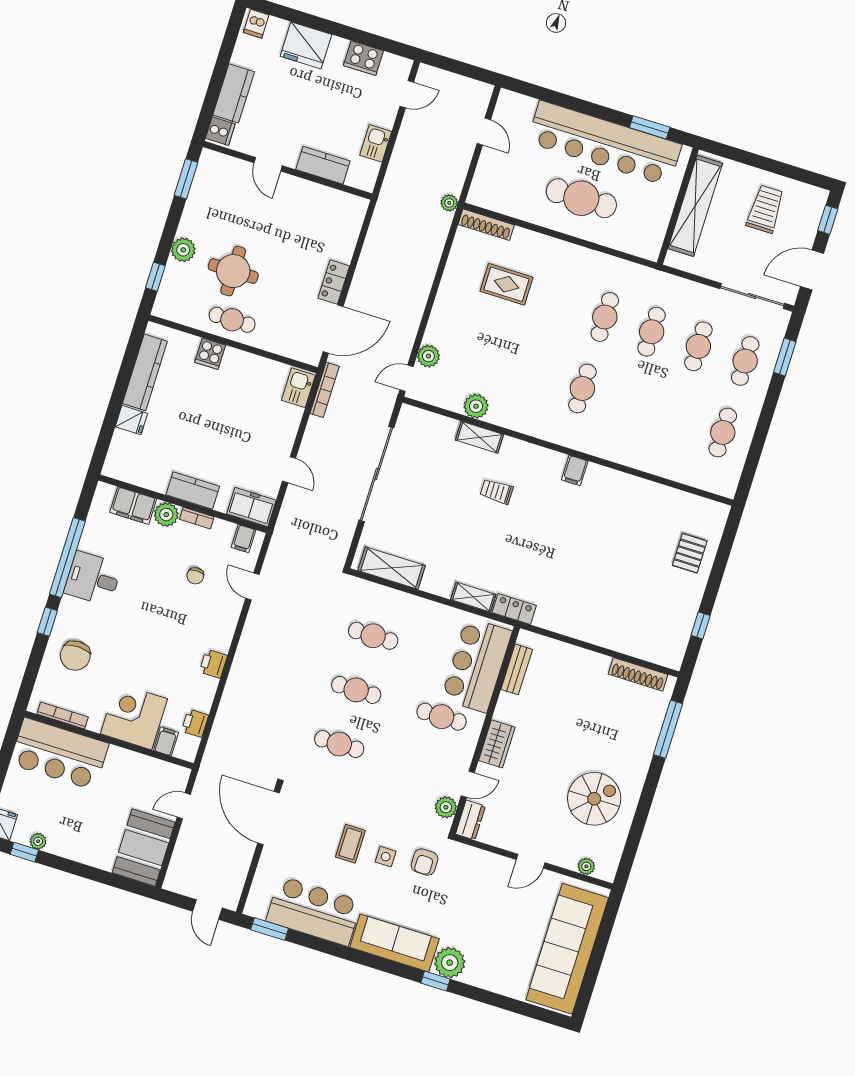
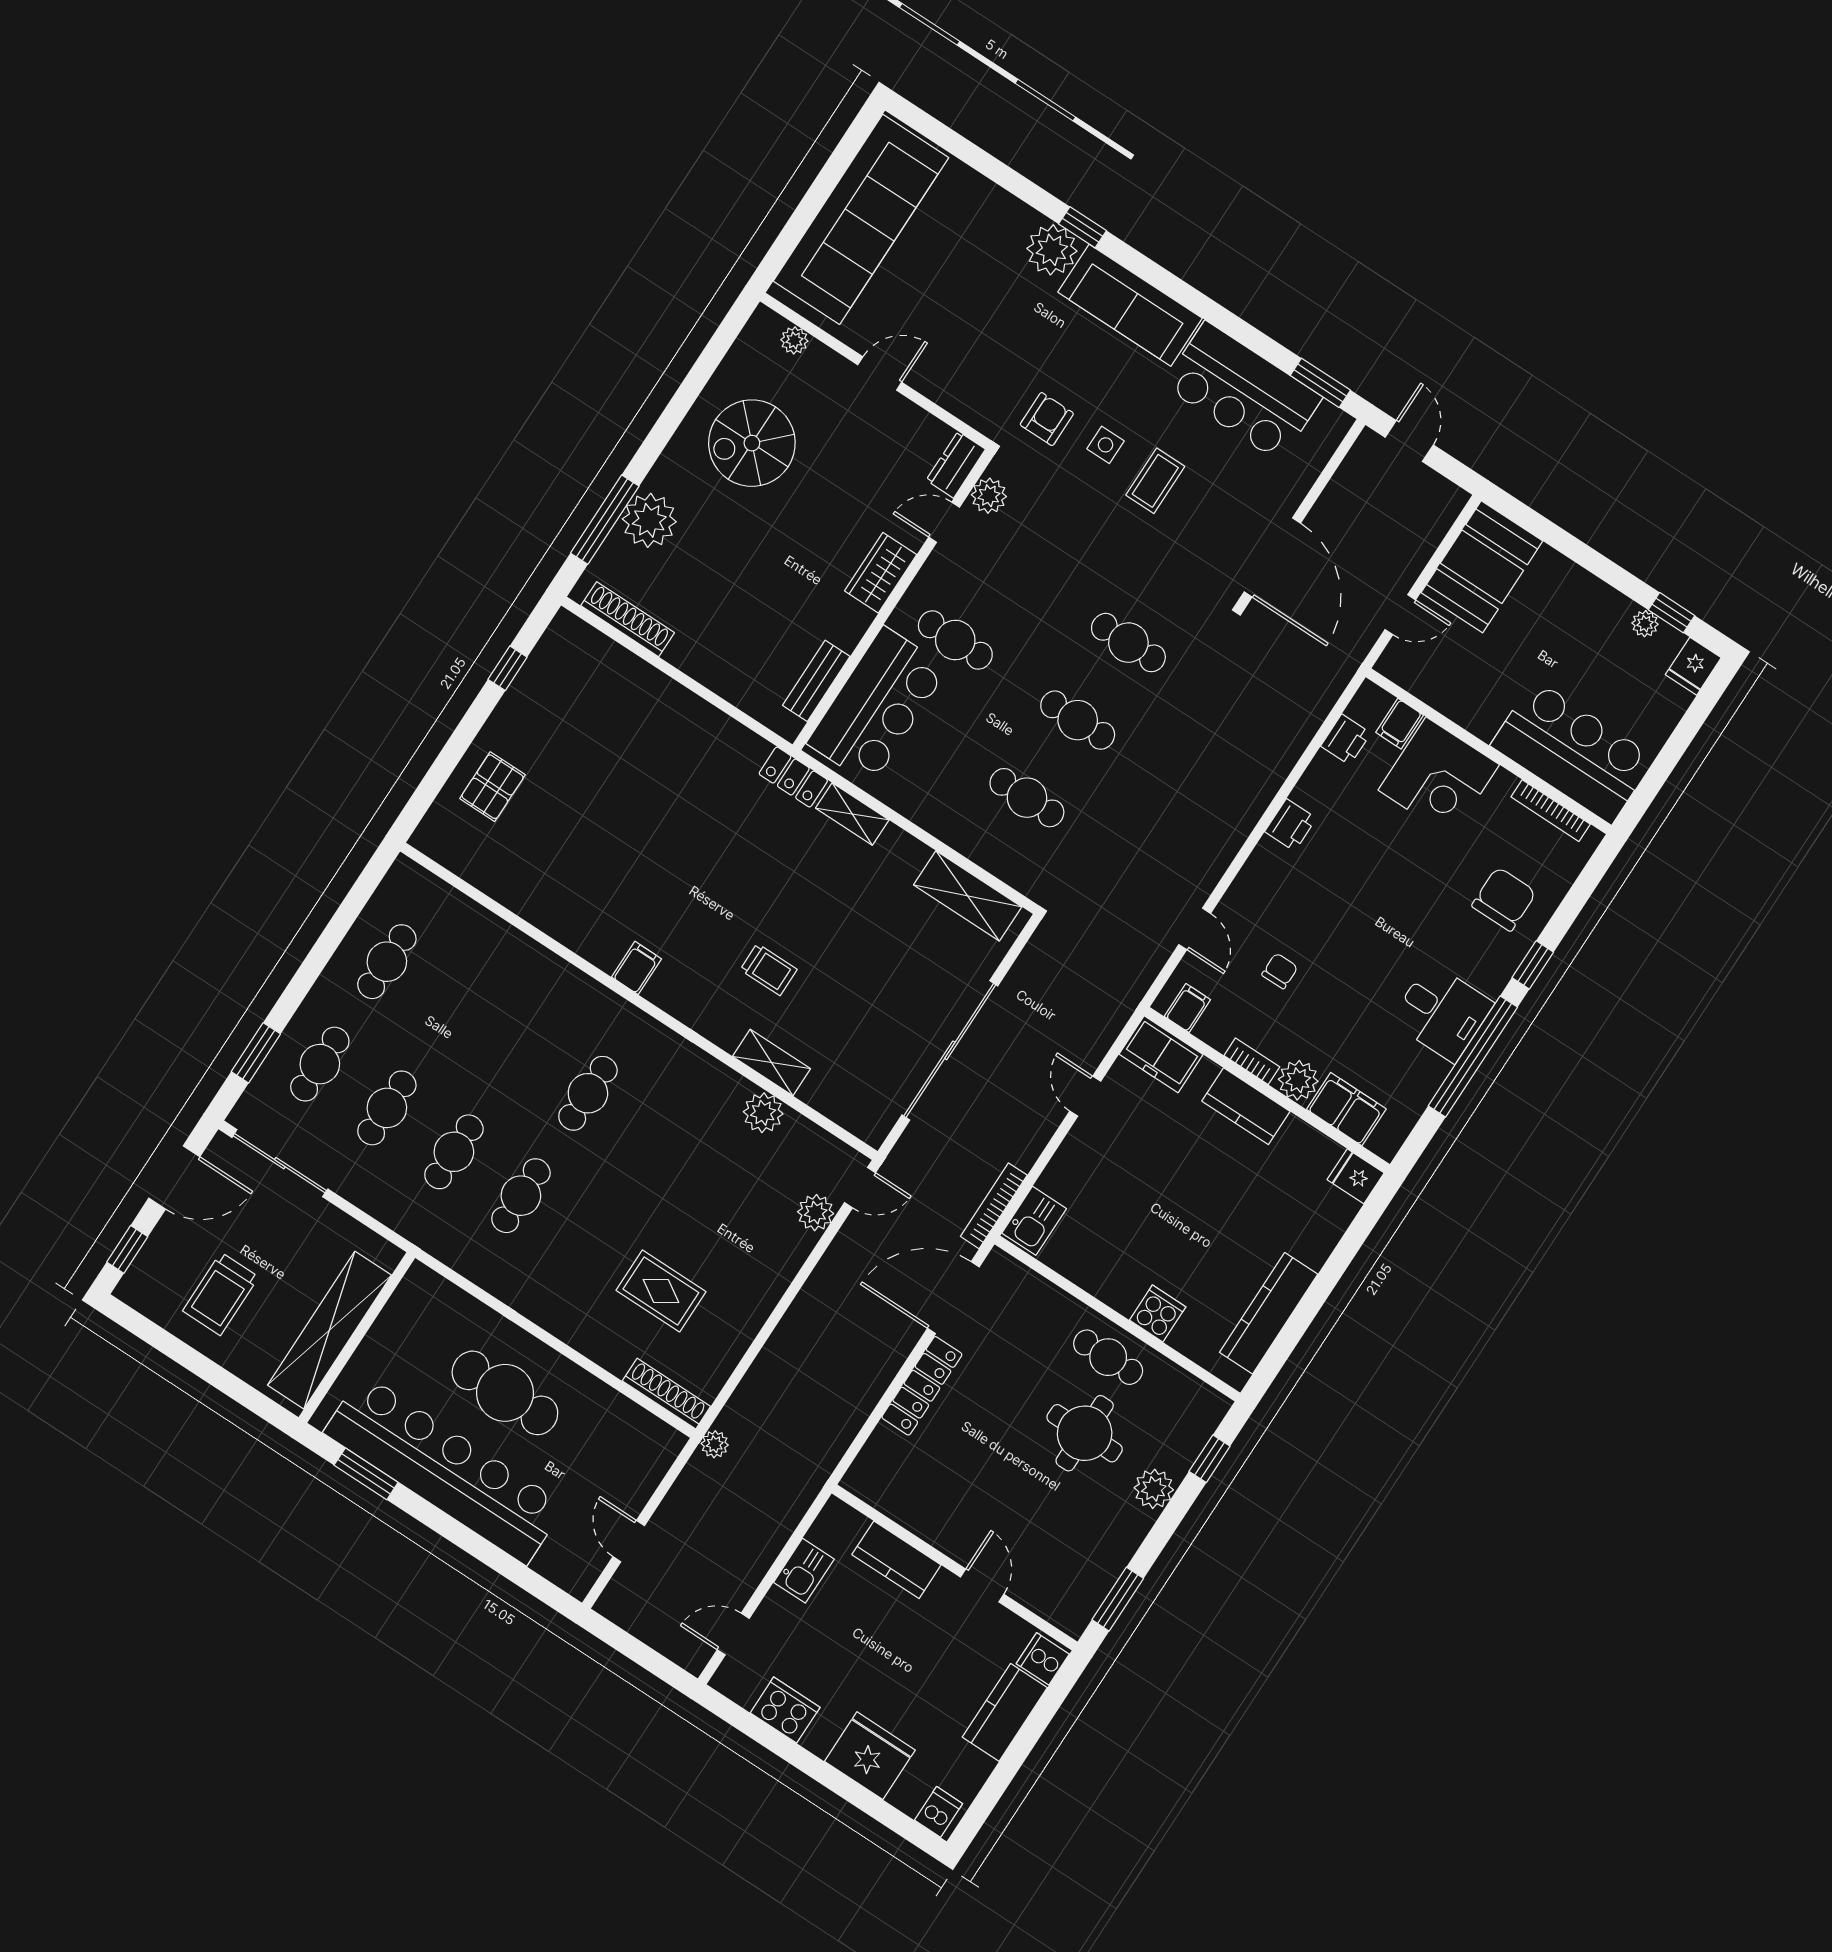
locker: (334, 282) -> (922, 1386), width x1.53
fridge: (131, 420) -> (1356, 1176), moved
plant: (642, 736) -> (649, 520), added

